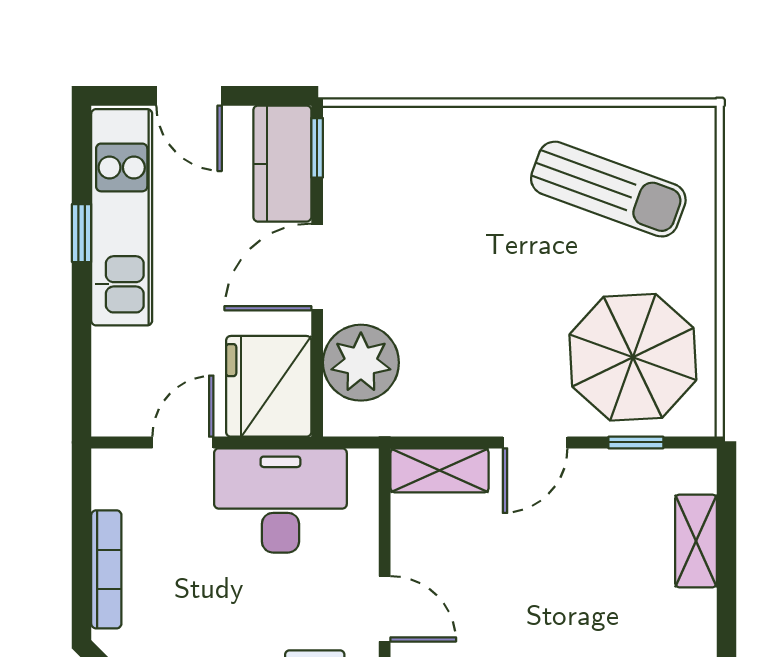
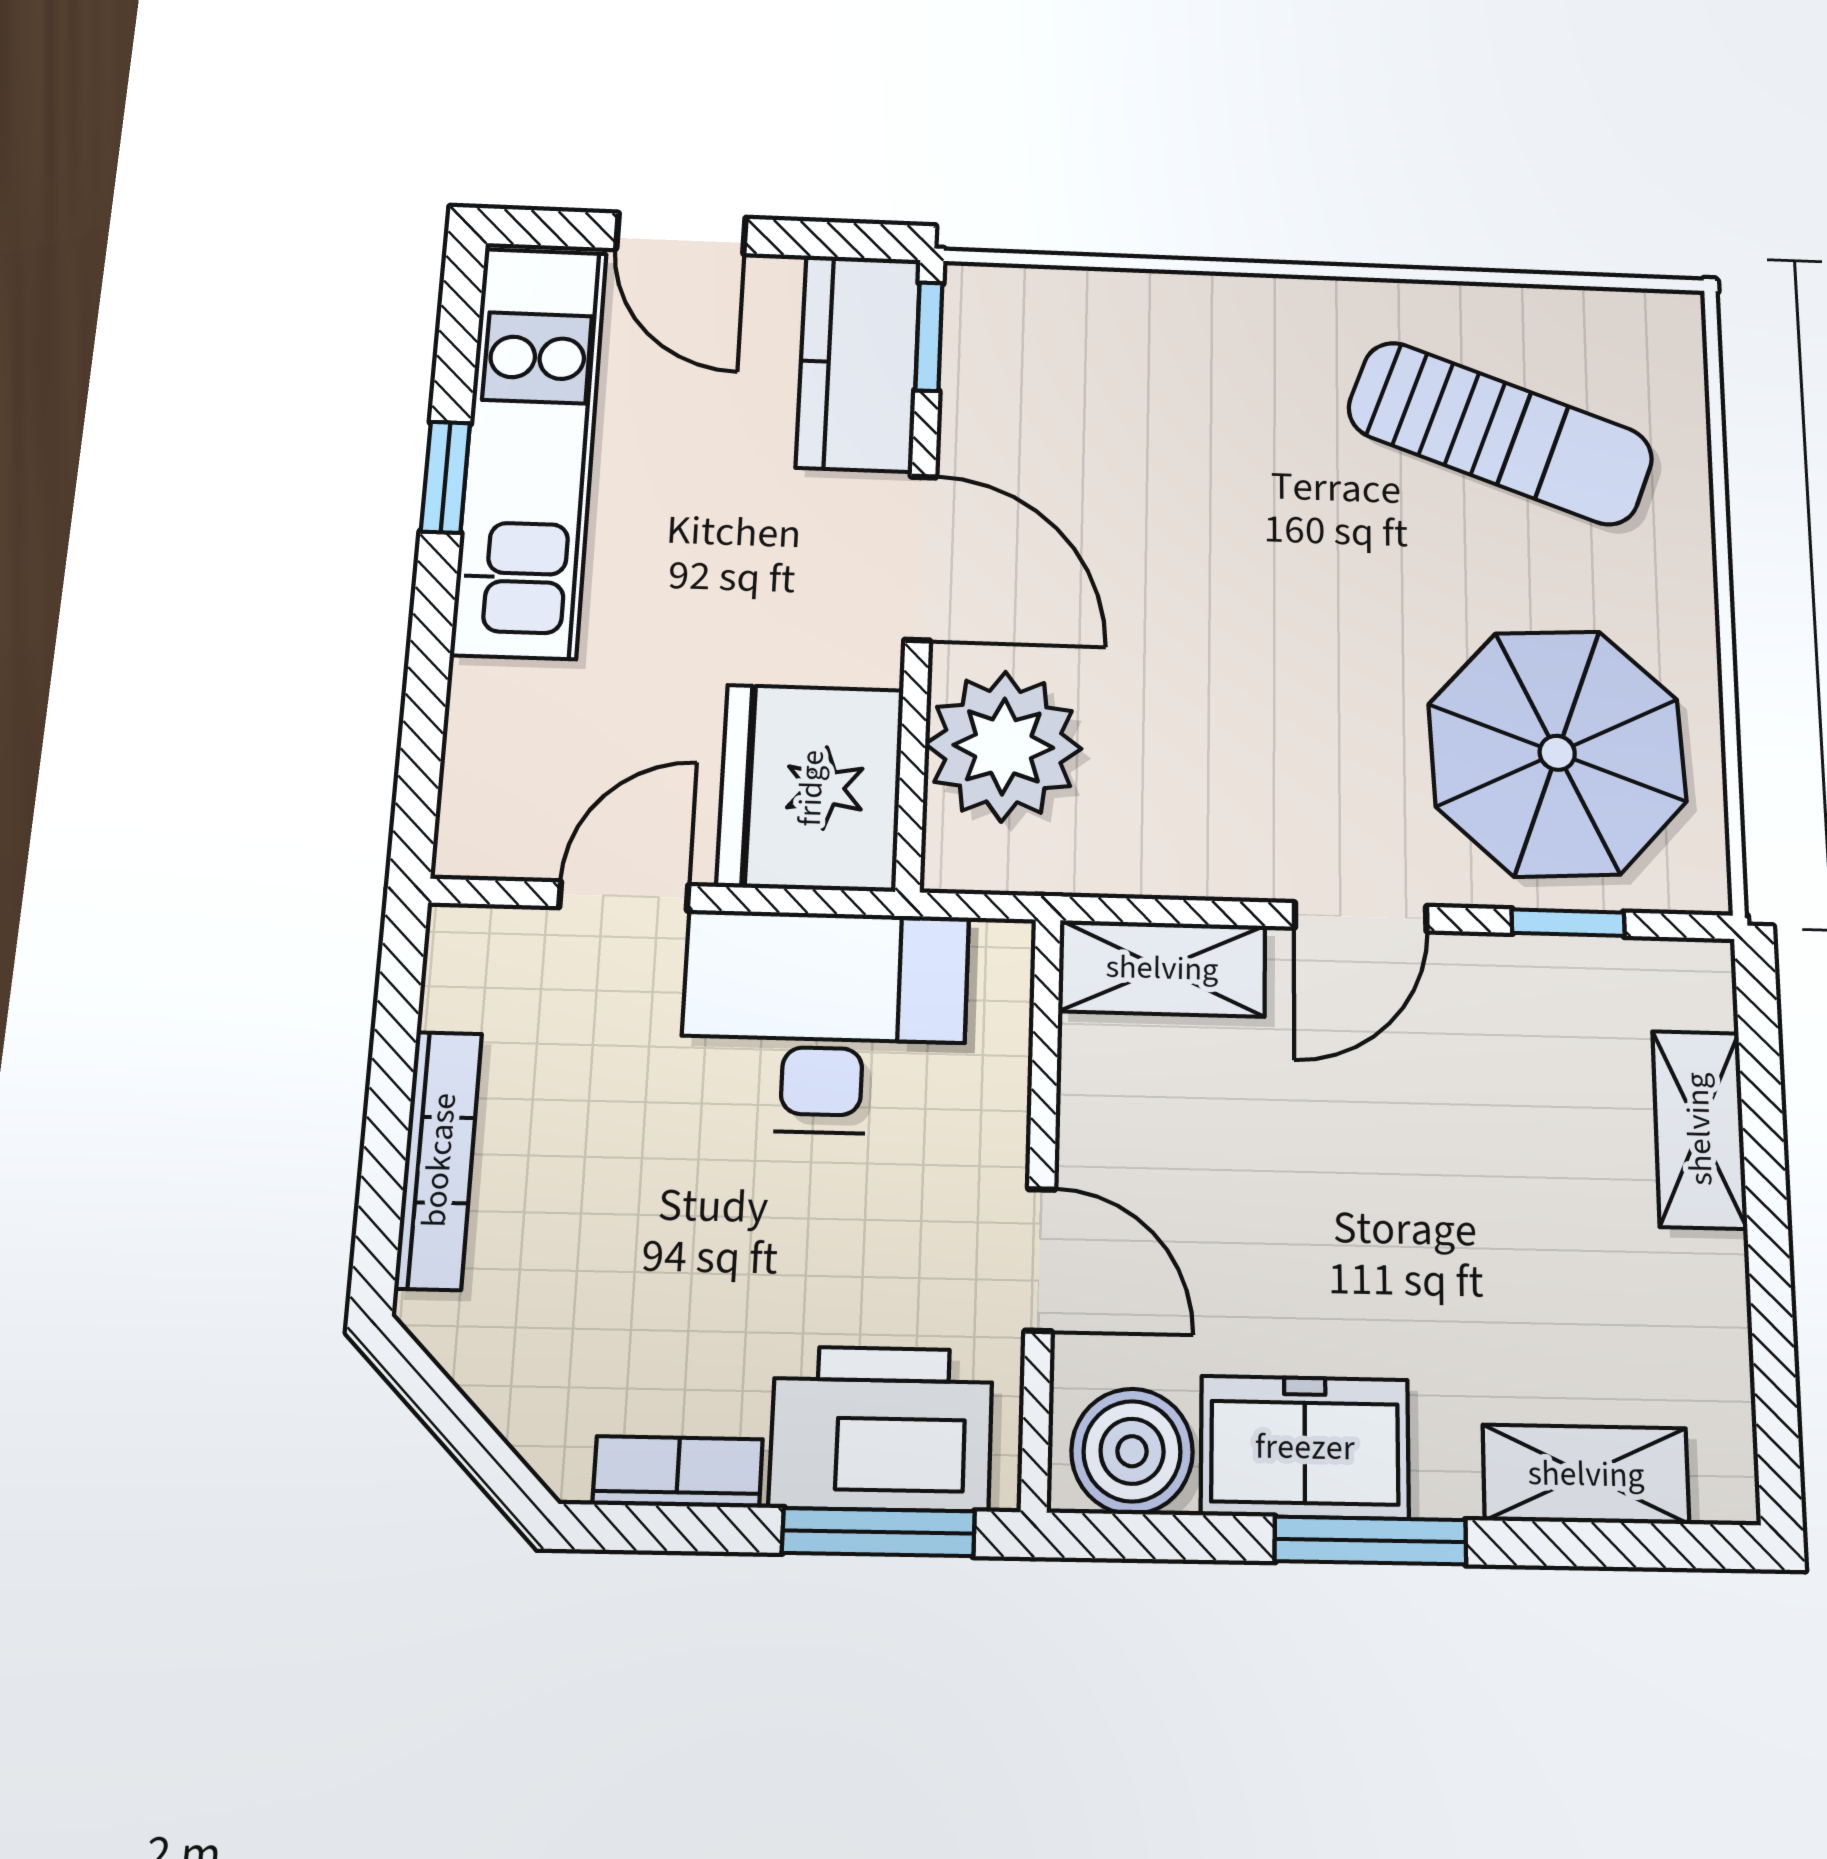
door: (317, 267) -> (920, 558), swing flipped

